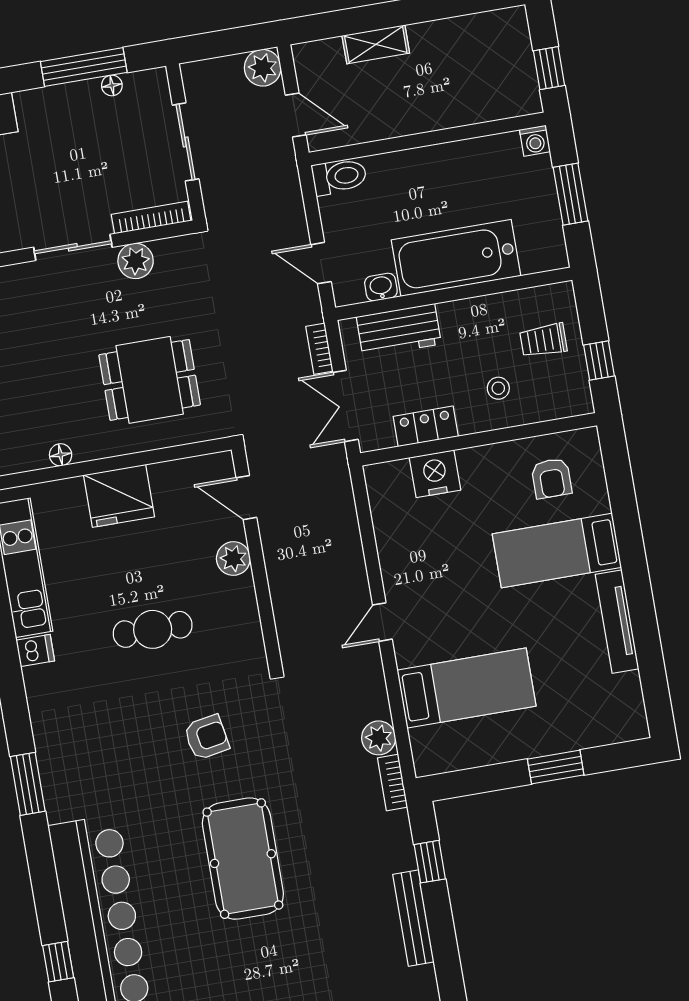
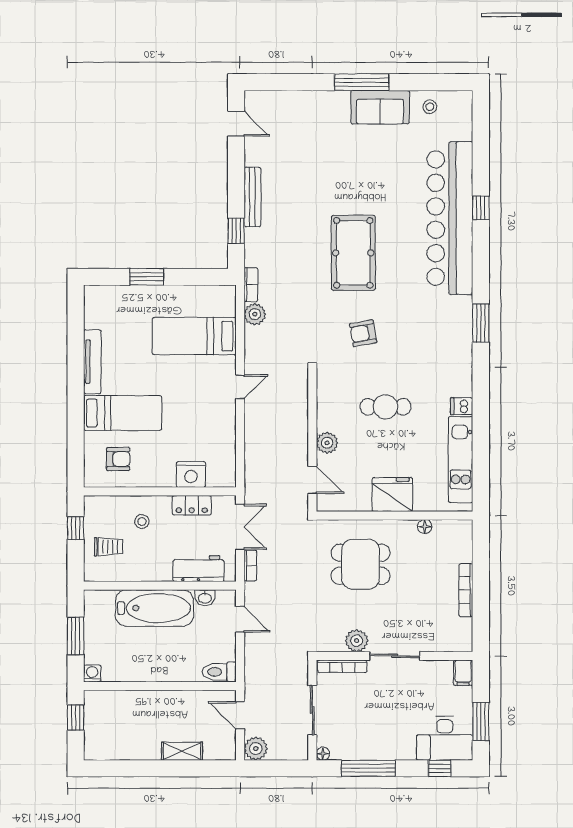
floor lamp: (112, 85) -> (323, 754), moved
armchair: (551, 478) -> (118, 459), turned 90

